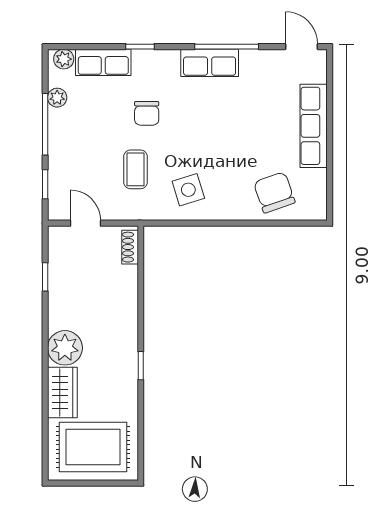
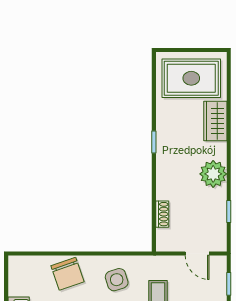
chair: (274, 192) -> (67, 274), moved
shoe rack: (130, 247) -> (162, 214), moved
plant: (65, 348) -> (213, 174), moved

